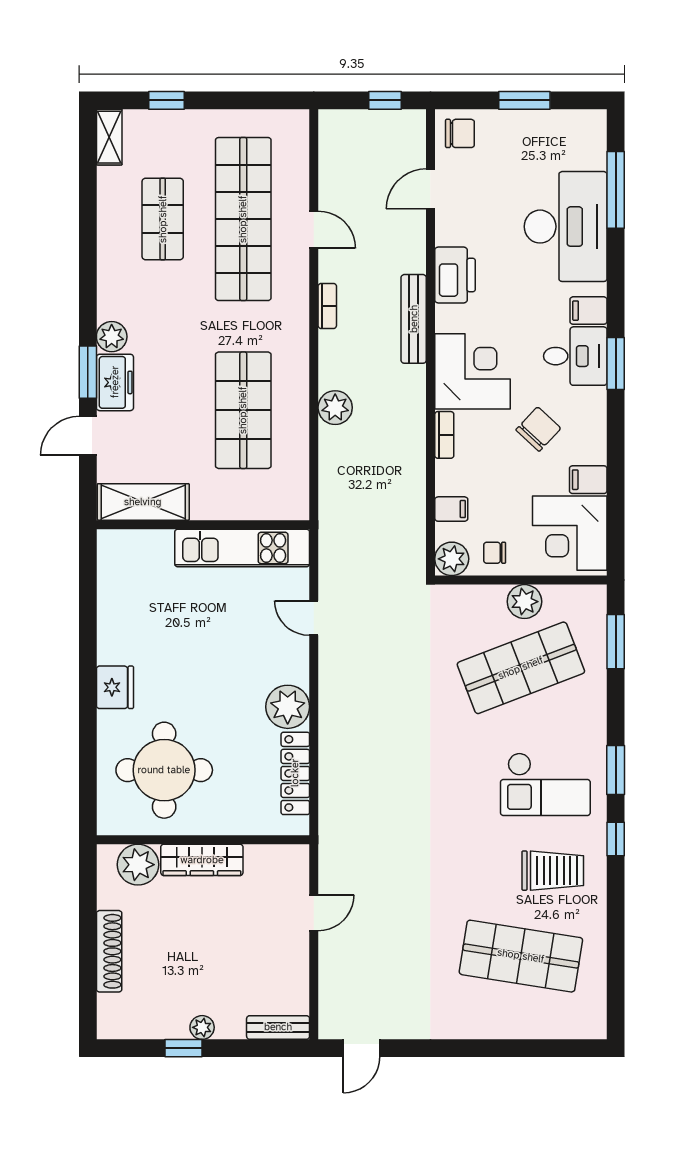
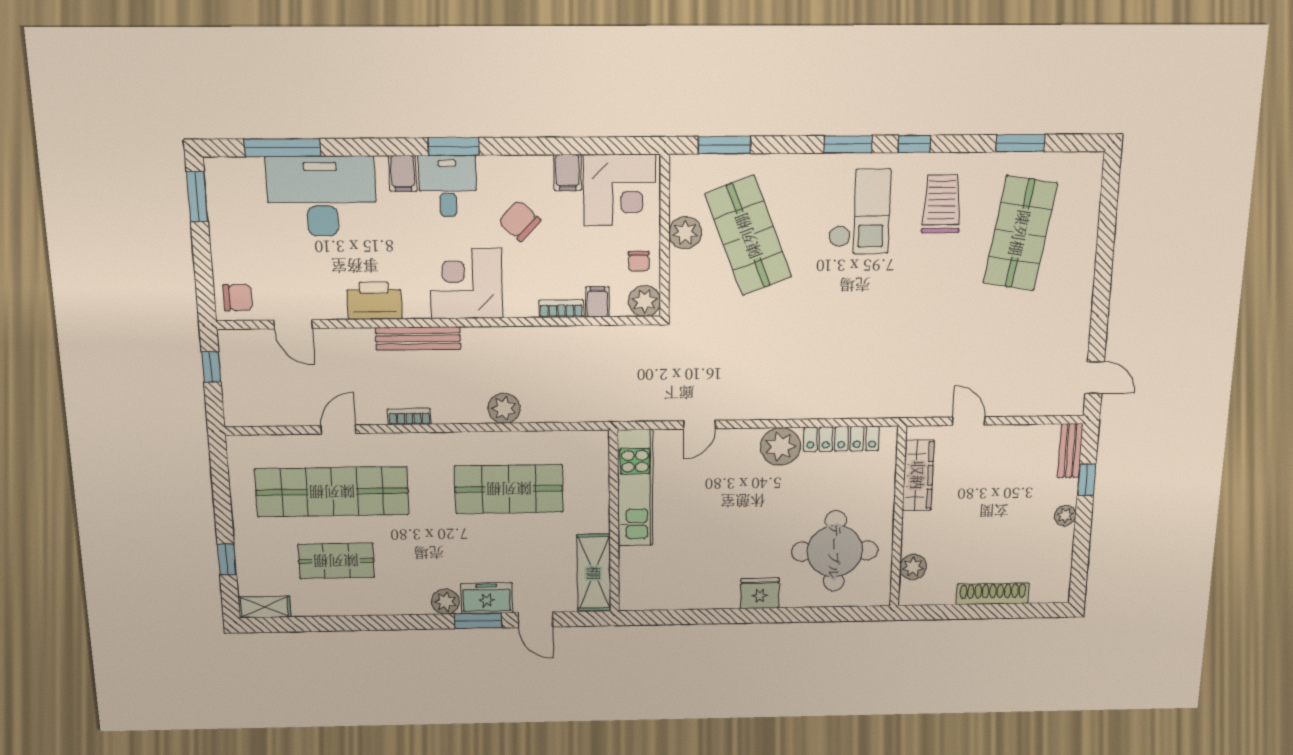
window: (524, 100) -> (197, 197), moved
chair: (460, 133) -> (238, 297), turned 90
bookcase: (444, 435) -> (561, 309), moved
wardrobe: (202, 860) -> (918, 475), moved
plant: (138, 865) -> (913, 567), width x0.73, depth x0.73
window: (616, 950) -> (1020, 143), added
window: (184, 1048) -> (1086, 480), moved

